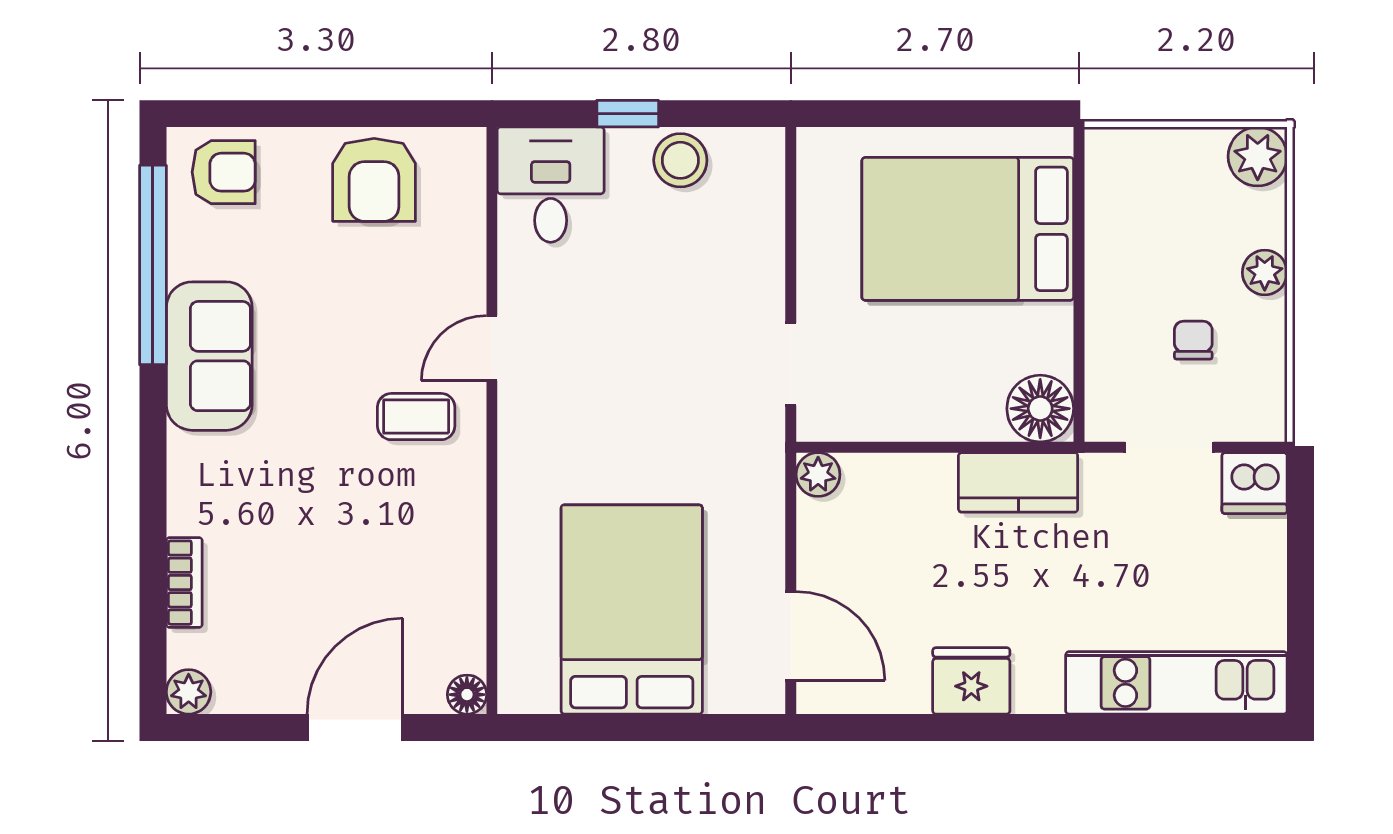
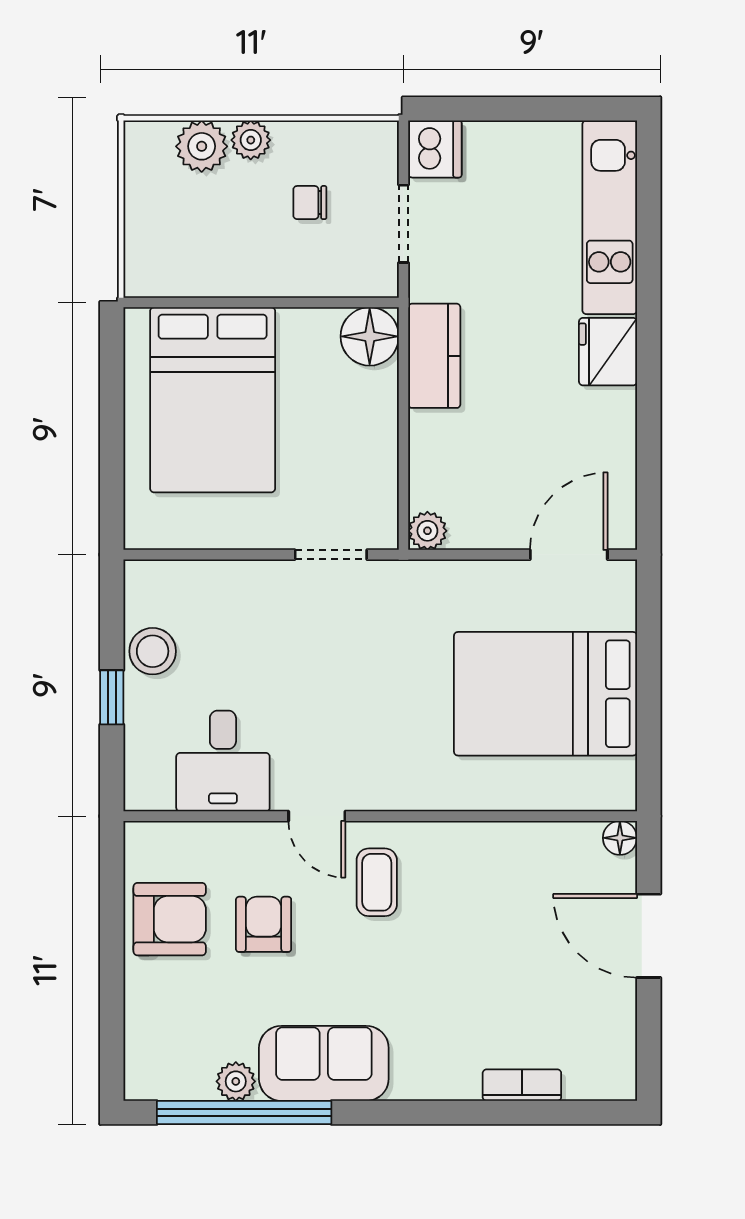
plant: (1258, 156) -> (202, 146), moved
armchair: (224, 172) -> (264, 924), moved
desk: (551, 185) -> (223, 761), moved, turned -90
fridge: (971, 681) -> (608, 352), moved
plant: (189, 692) -> (236, 1081), moved

